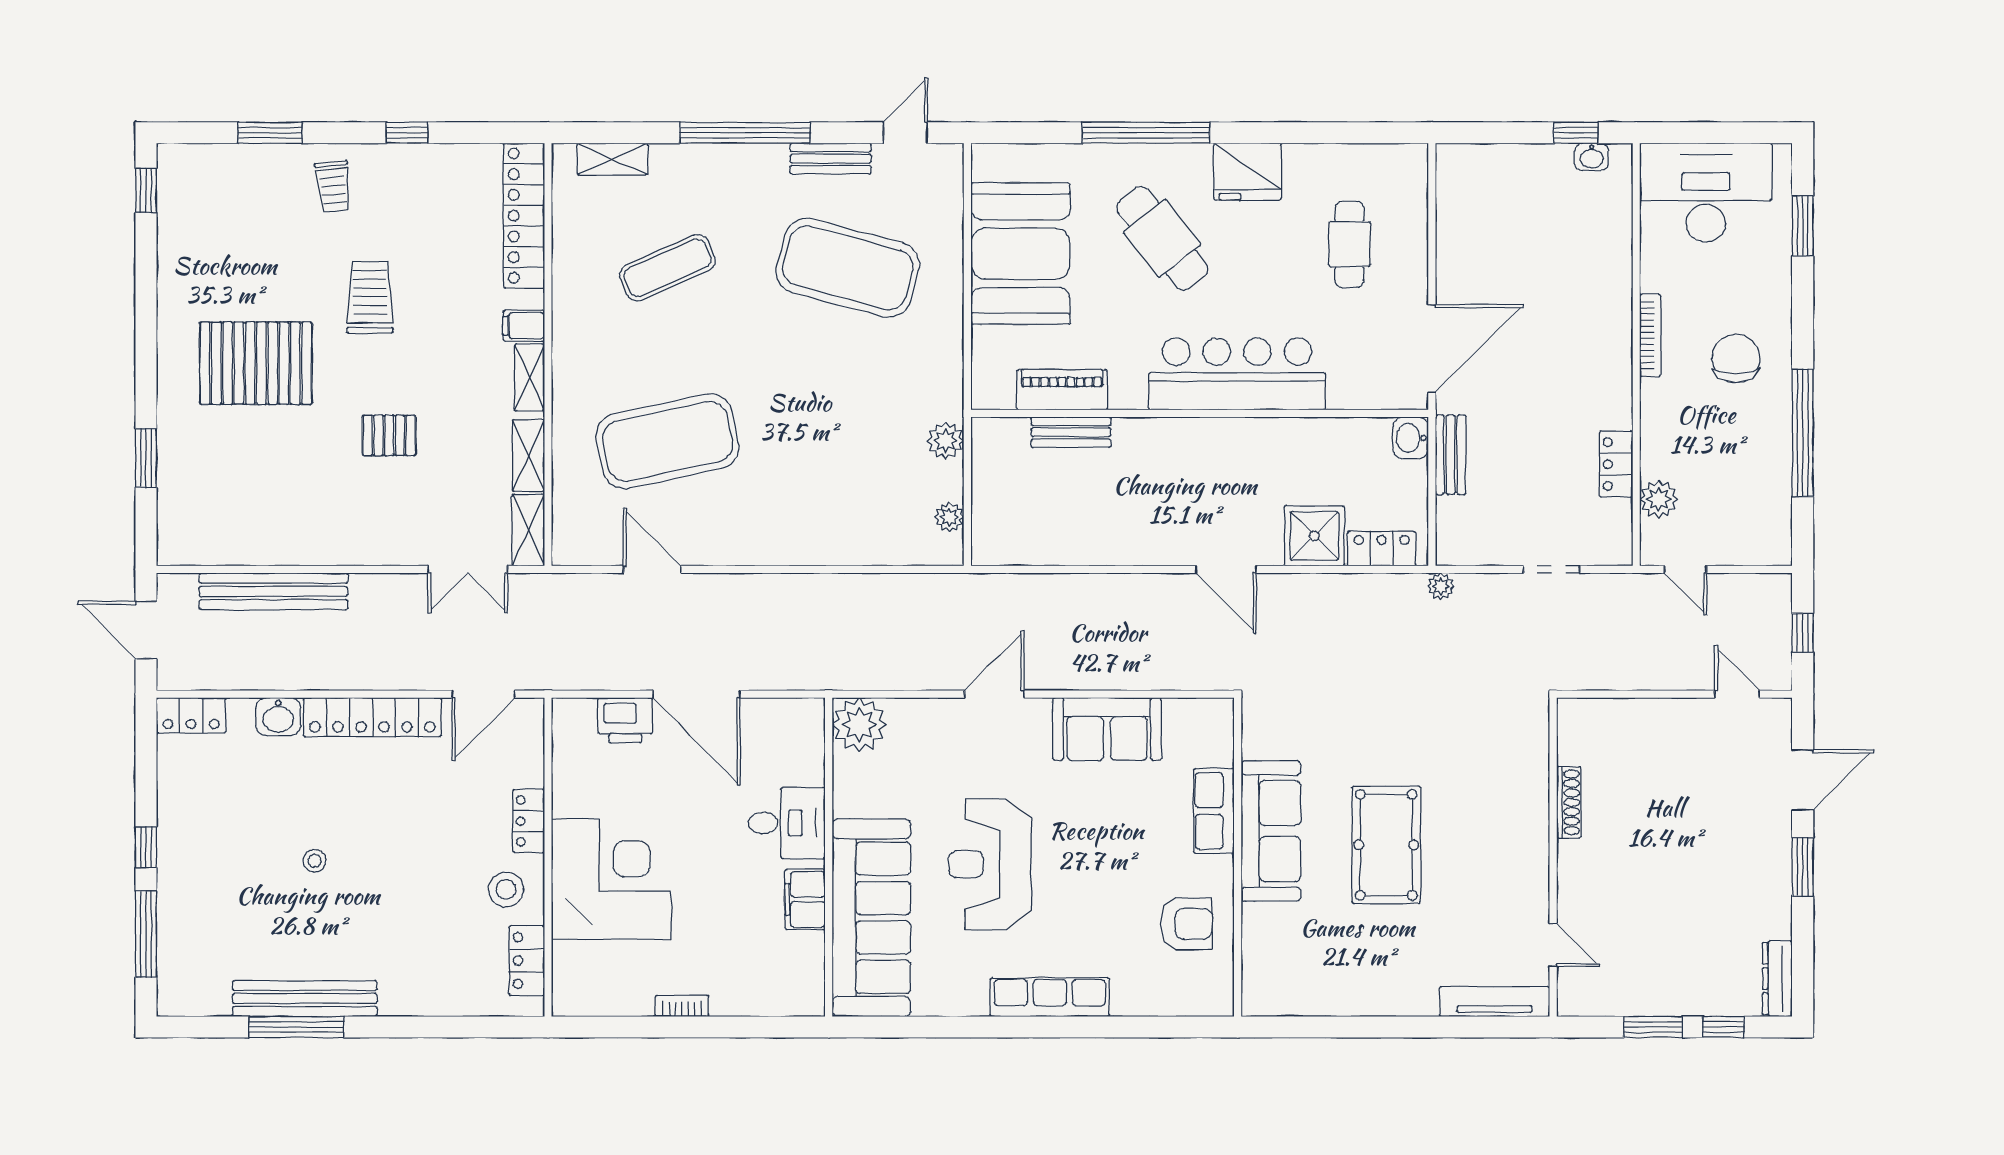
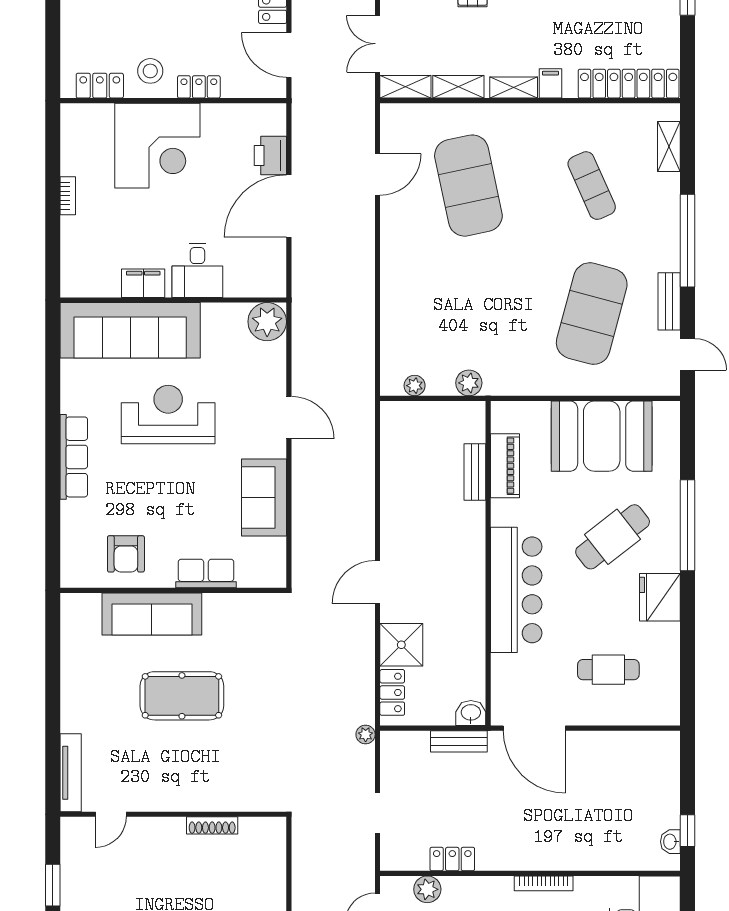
sofa: (1271, 831) -> (152, 614), moved

